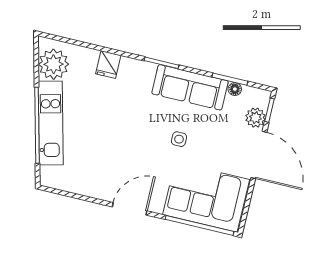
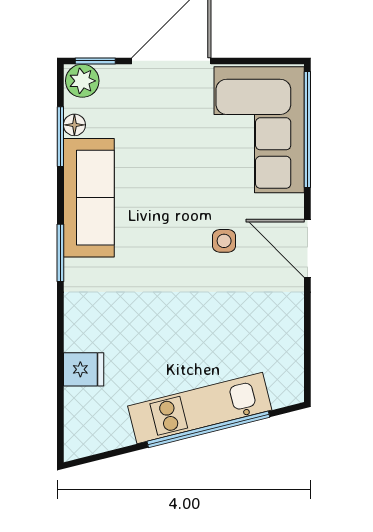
plant: (54, 64) -> (104, 426), removed
fridge: (108, 65) -> (84, 369), moved
plant: (255, 118) -> (82, 81), moved
side table: (179, 139) -> (224, 241), moved

